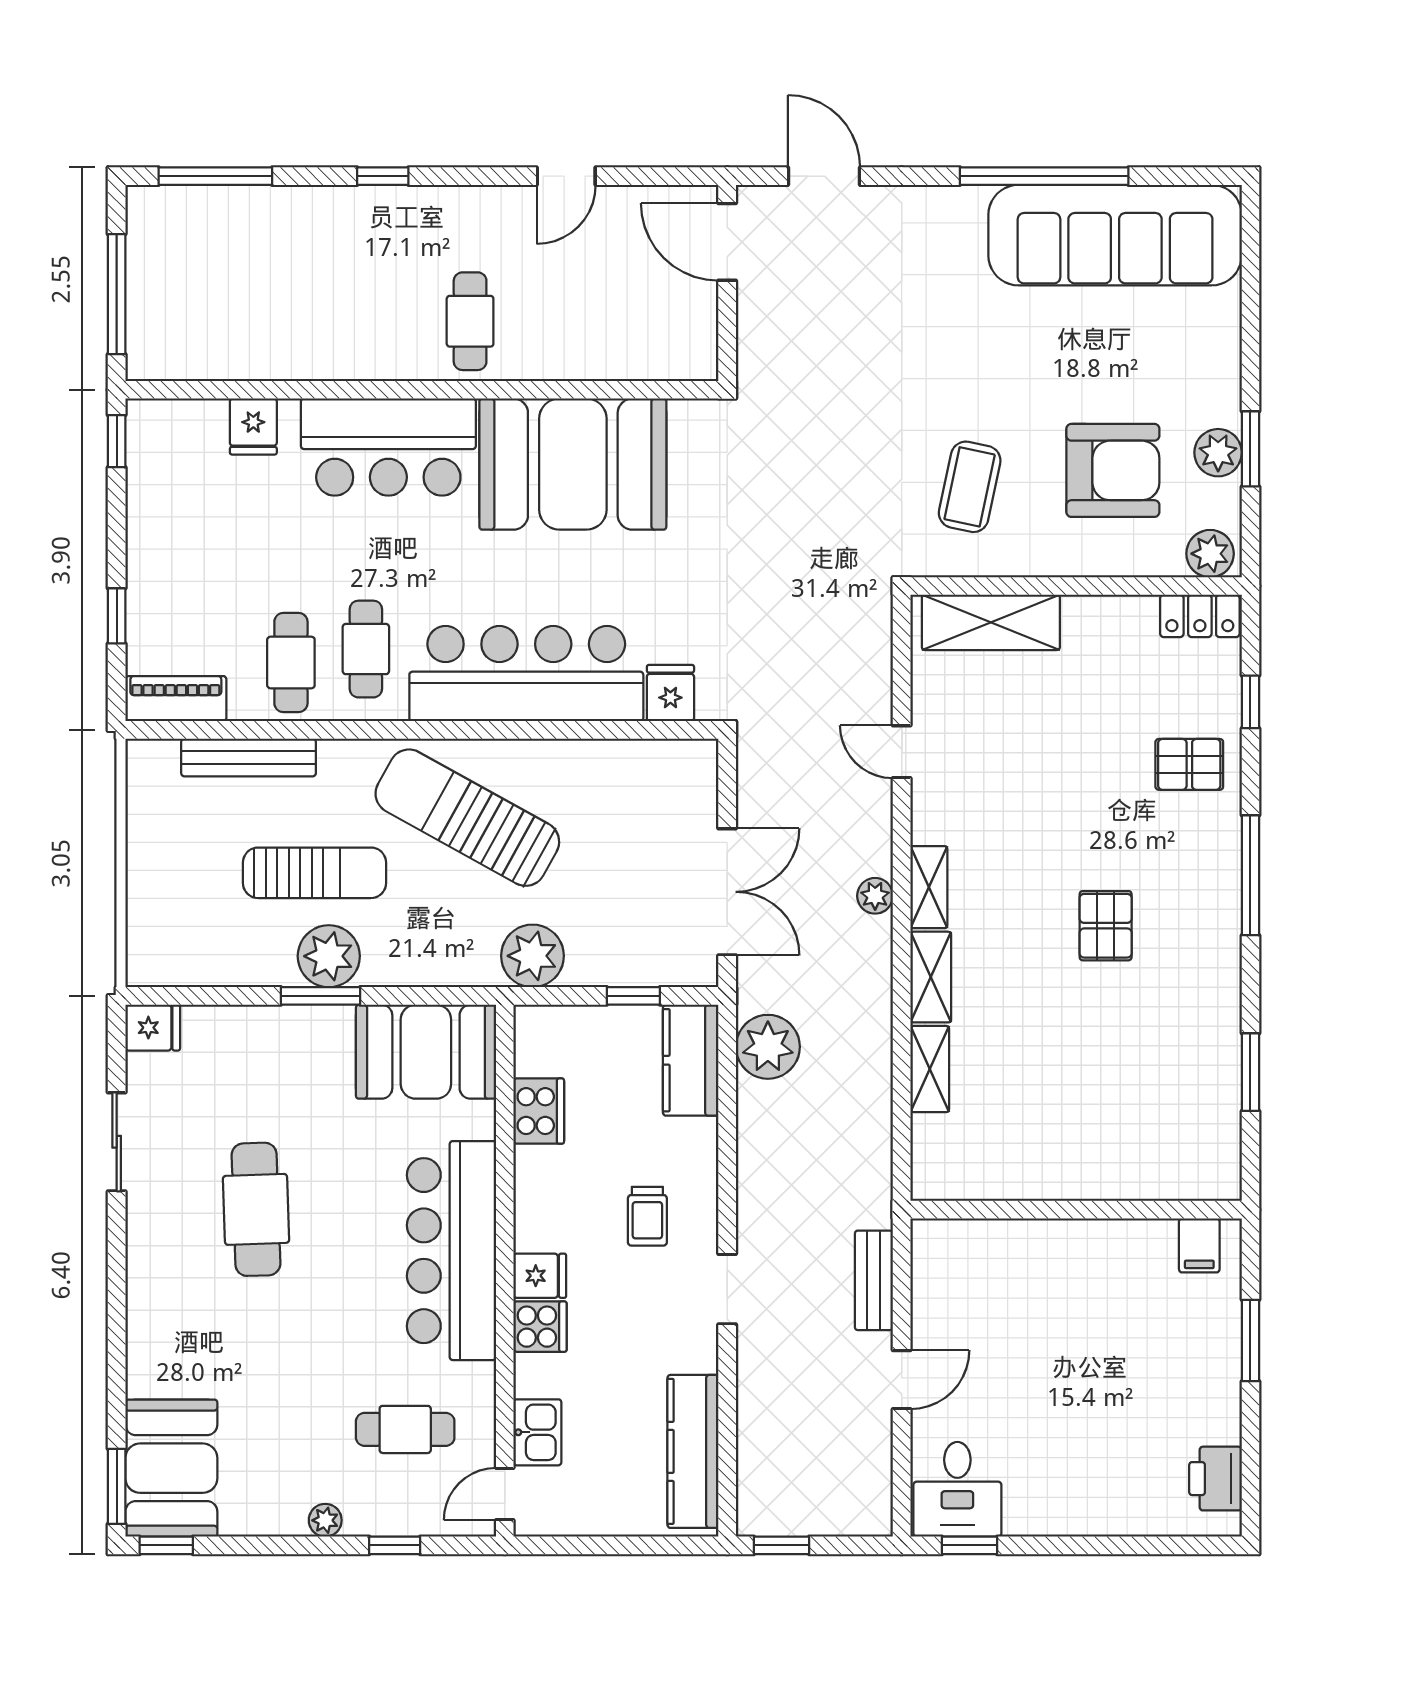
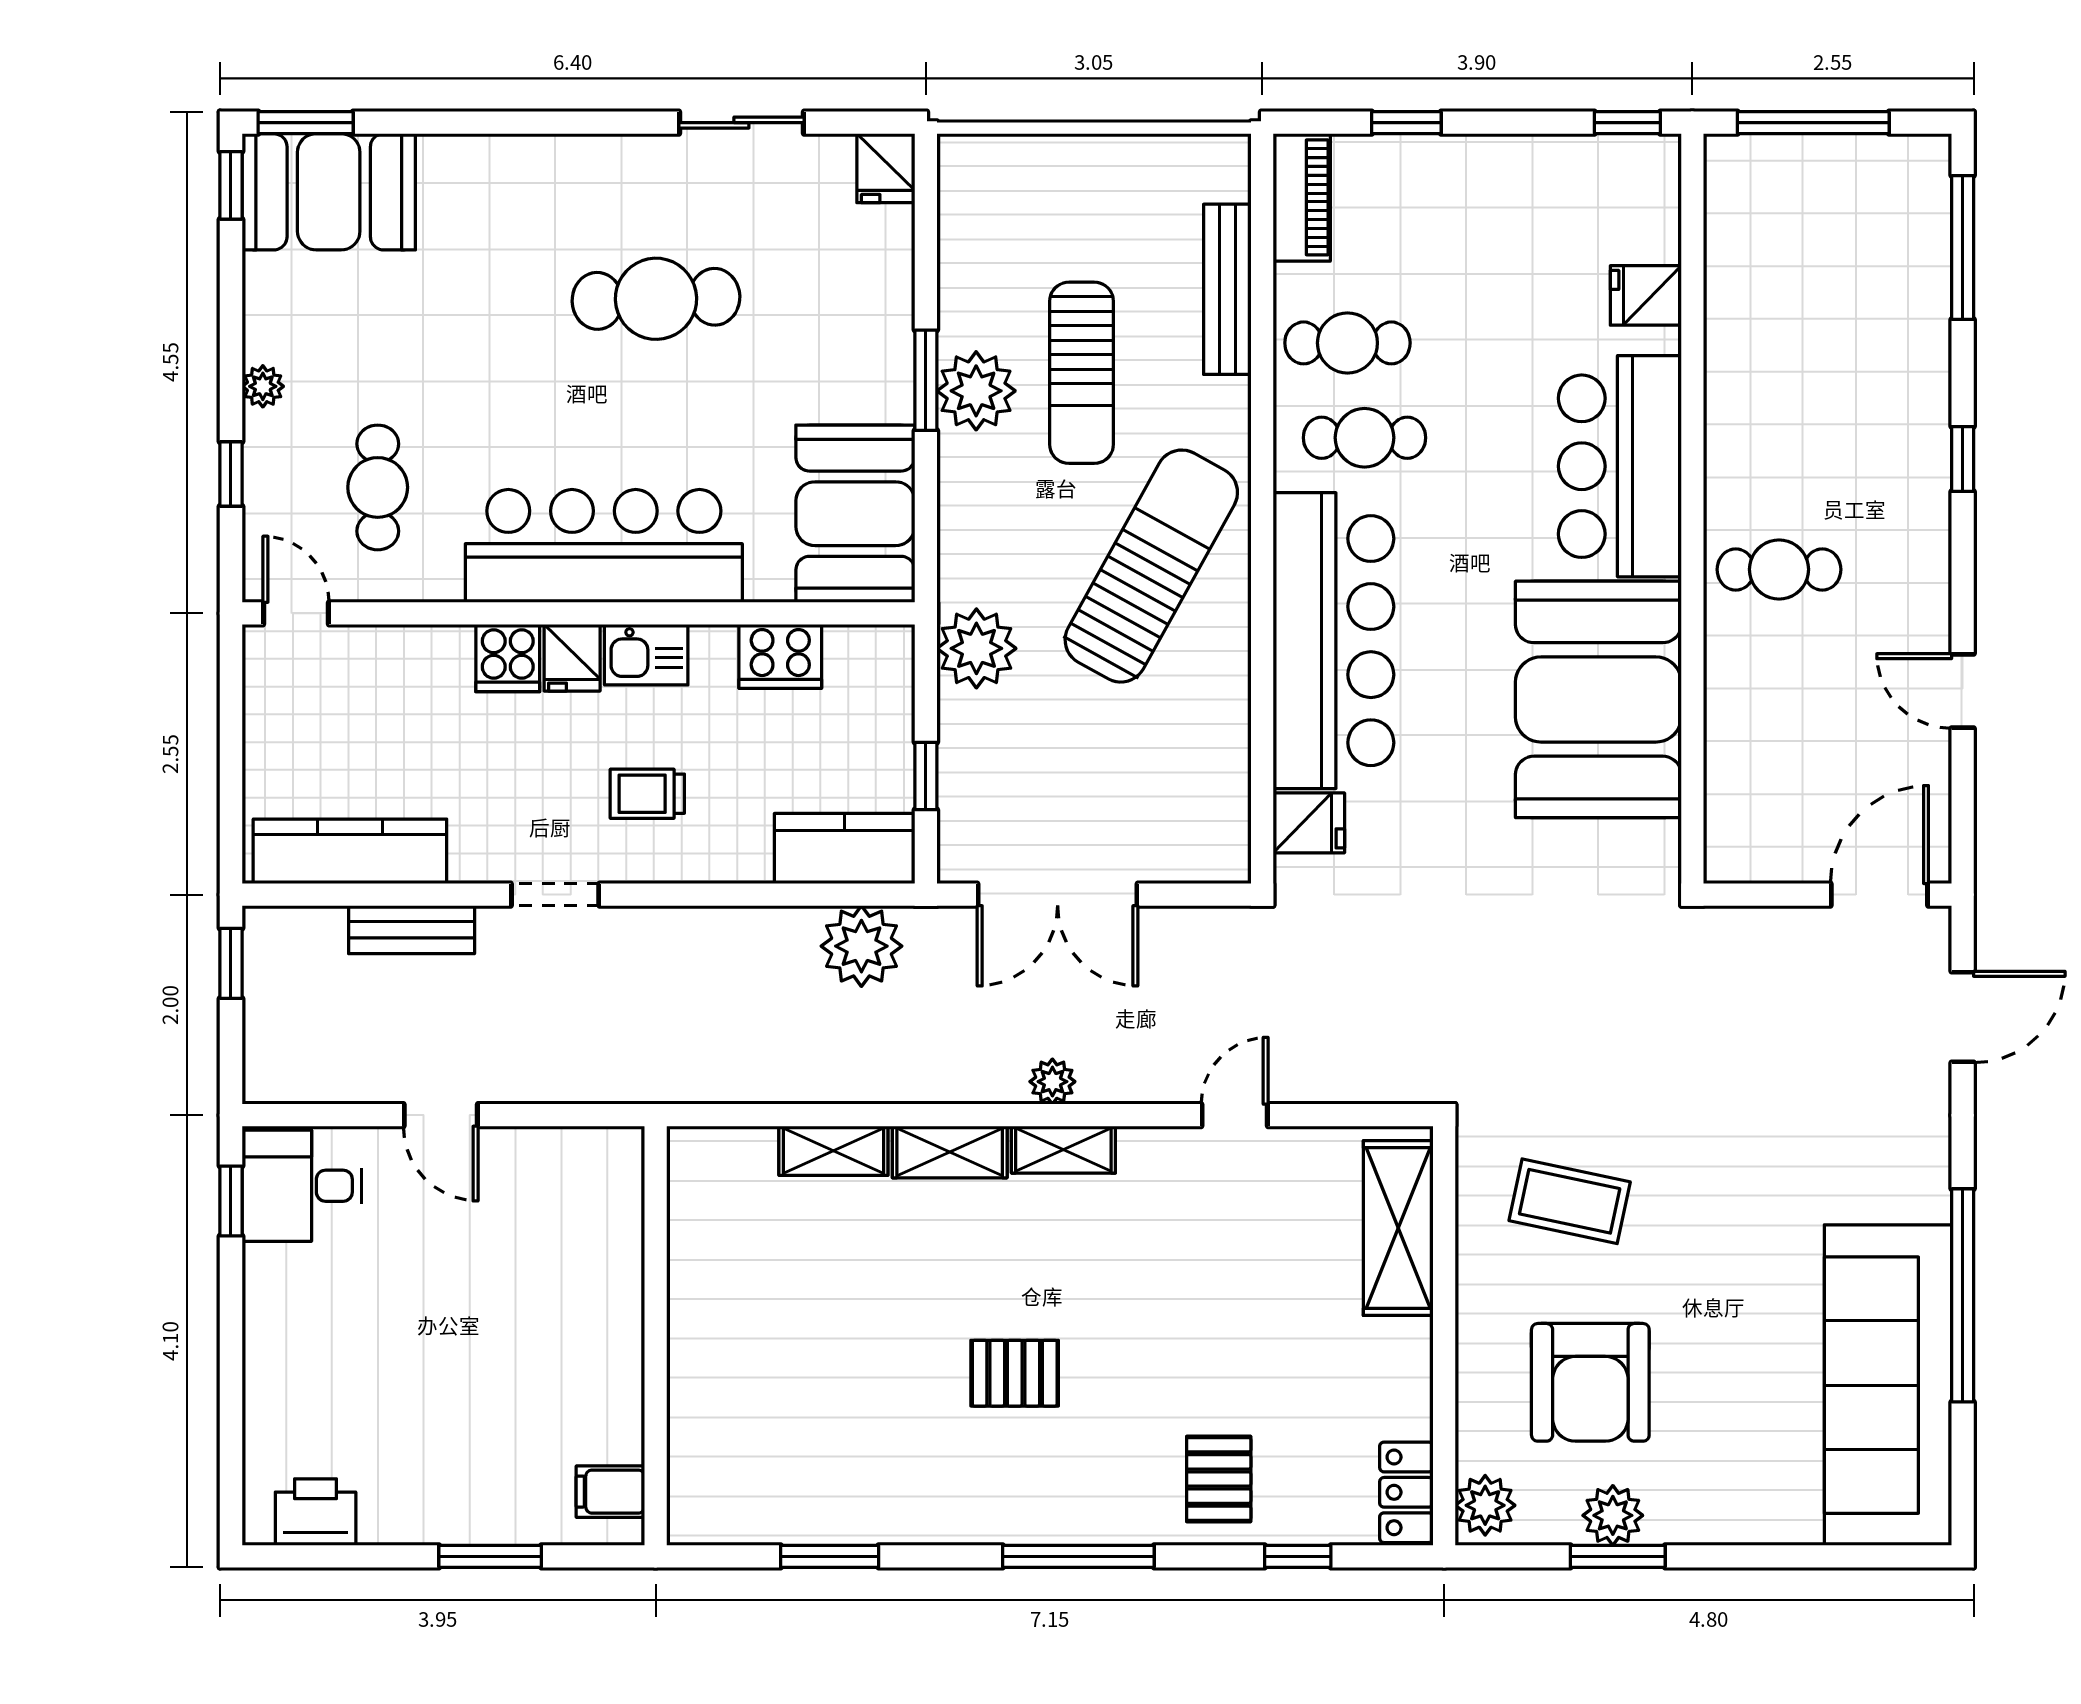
bench: (874, 1280) -> (412, 930), moved
kitchen sink: (537, 1432) -> (646, 655), moved

